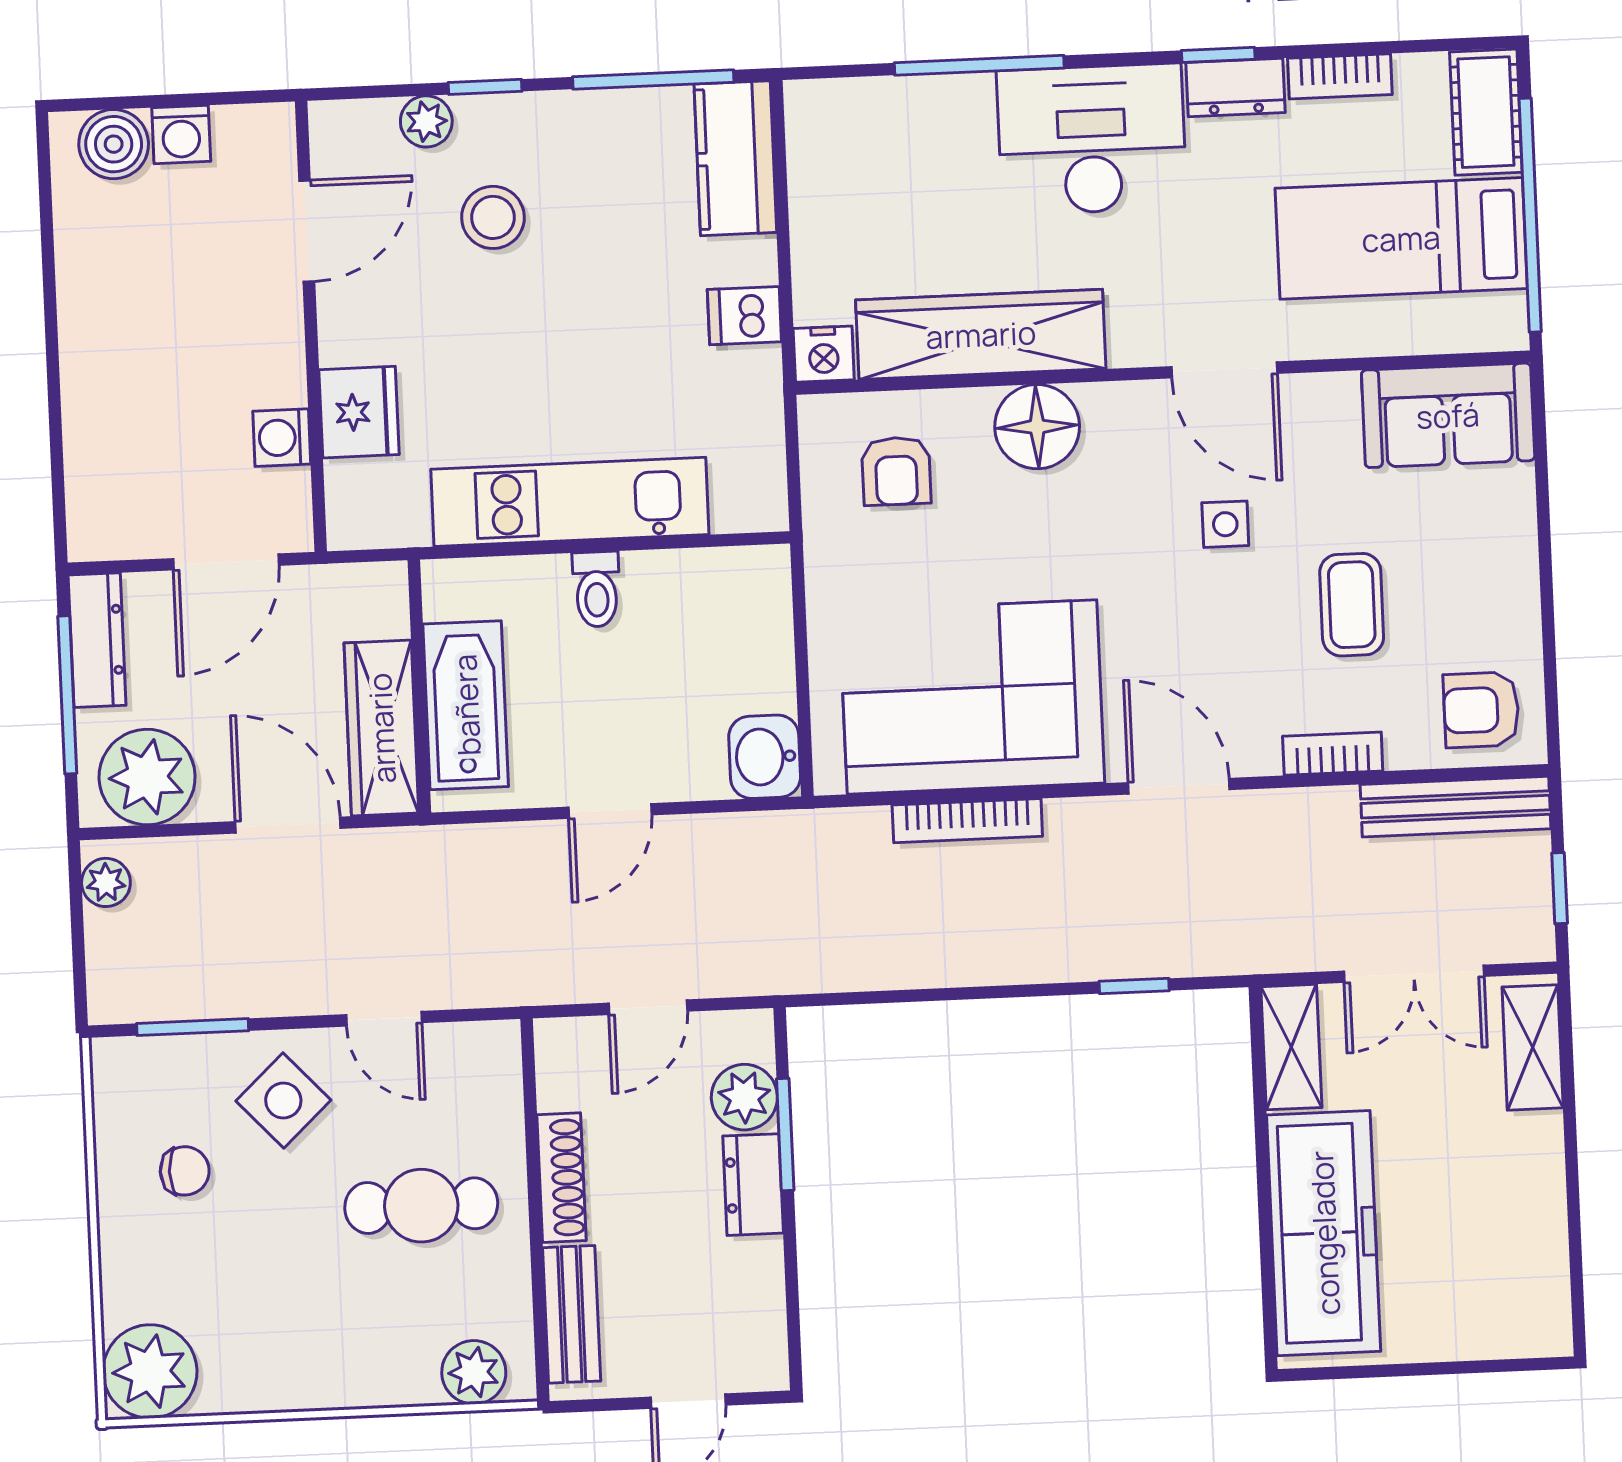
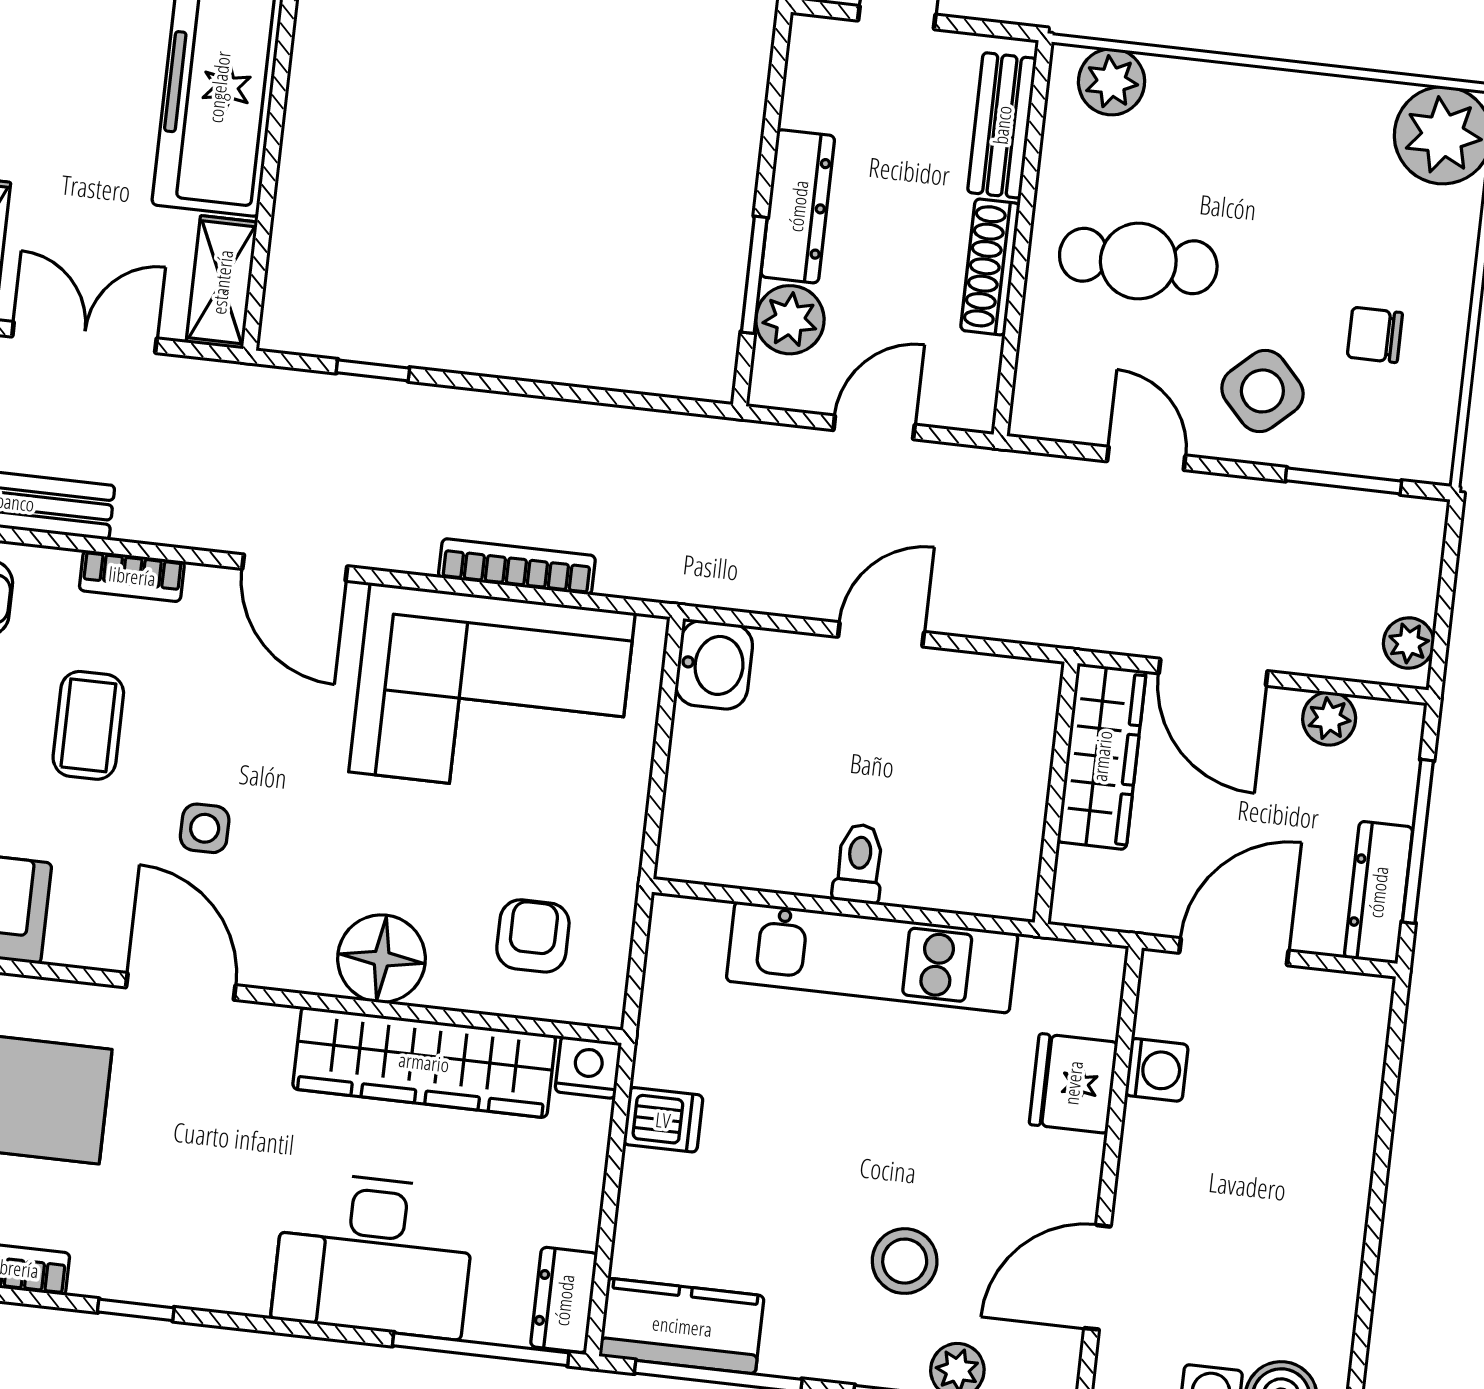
window: (979, 65) -> (481, 1349), moved
dresser: (1235, 88) -> (564, 1300), moved, turned -90
desk: (1092, 139) -> (374, 1255), moved
kitchen counter: (735, 158) -> (682, 1326), moved, turned -90
bathtub: (466, 705) -> (1012, 766), removed
plant: (147, 777) -> (1329, 719), width x0.53, depth x0.53
dresser: (753, 1185) -> (798, 206), width x1.44

